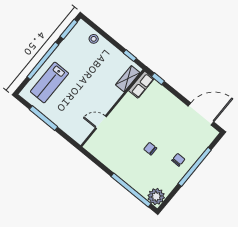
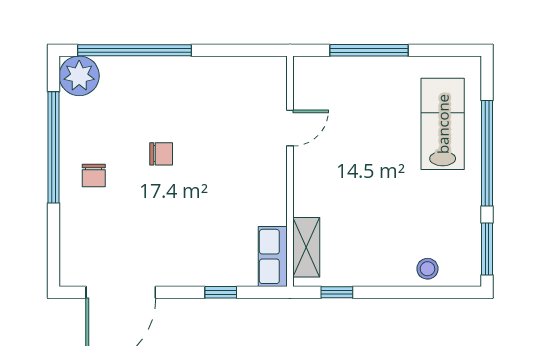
window: (158, 79) -> (221, 292), moved
window: (44, 118) -> (369, 50), moved
window: (195, 167) -> (54, 147), moved

